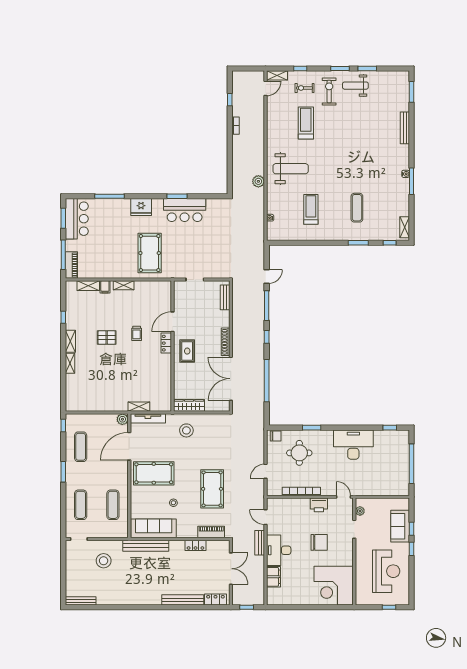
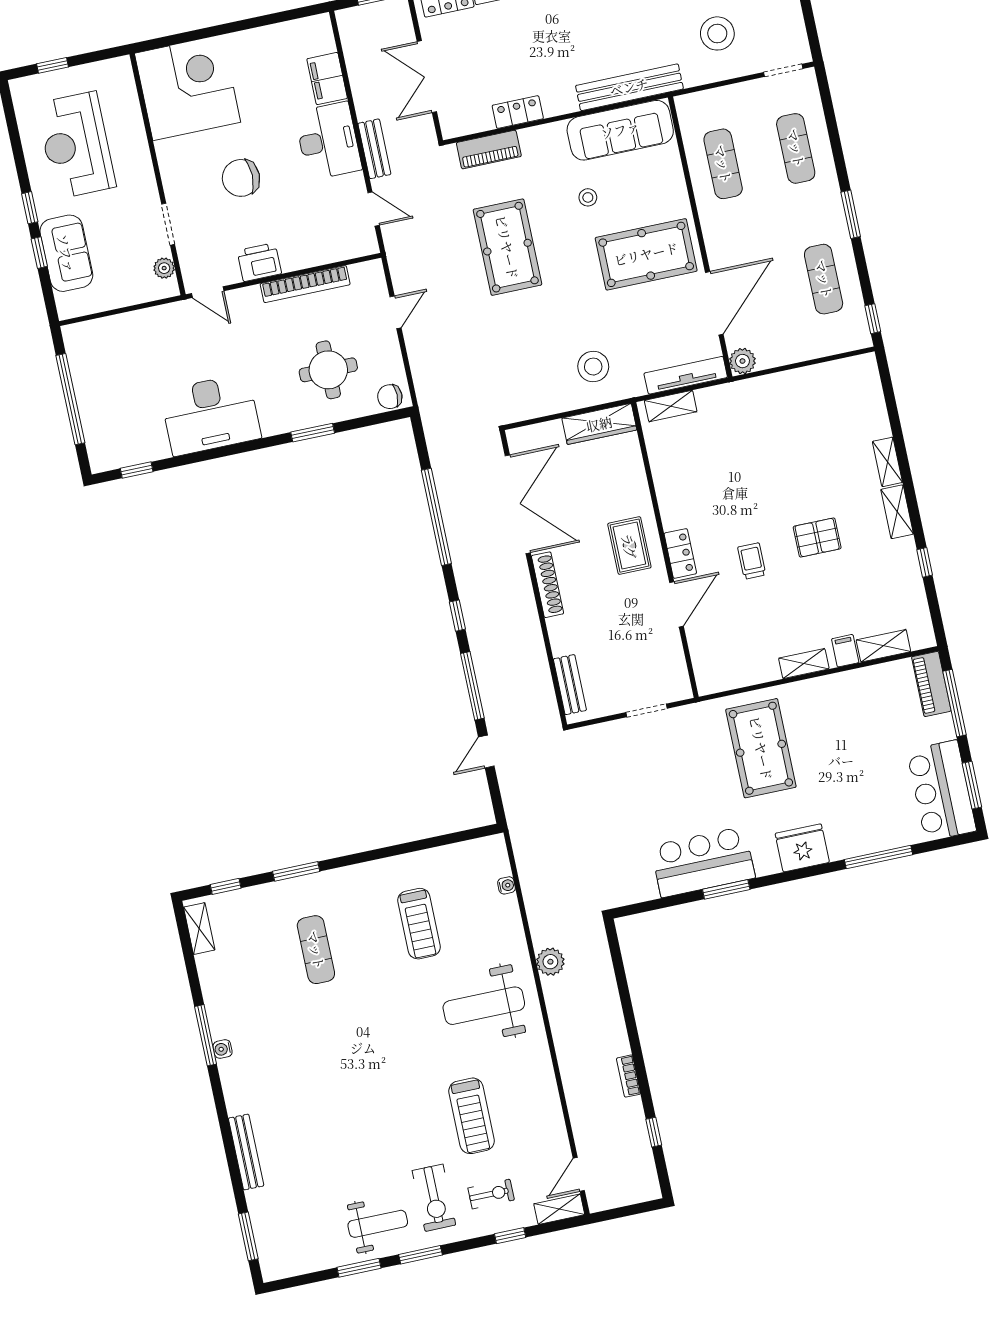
shelving: (139, 407) -> (671, 406), moved

